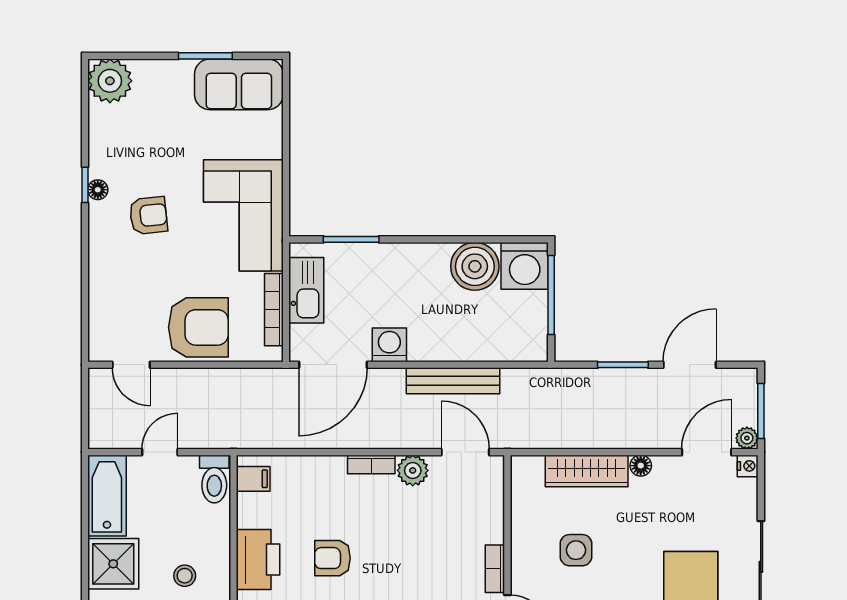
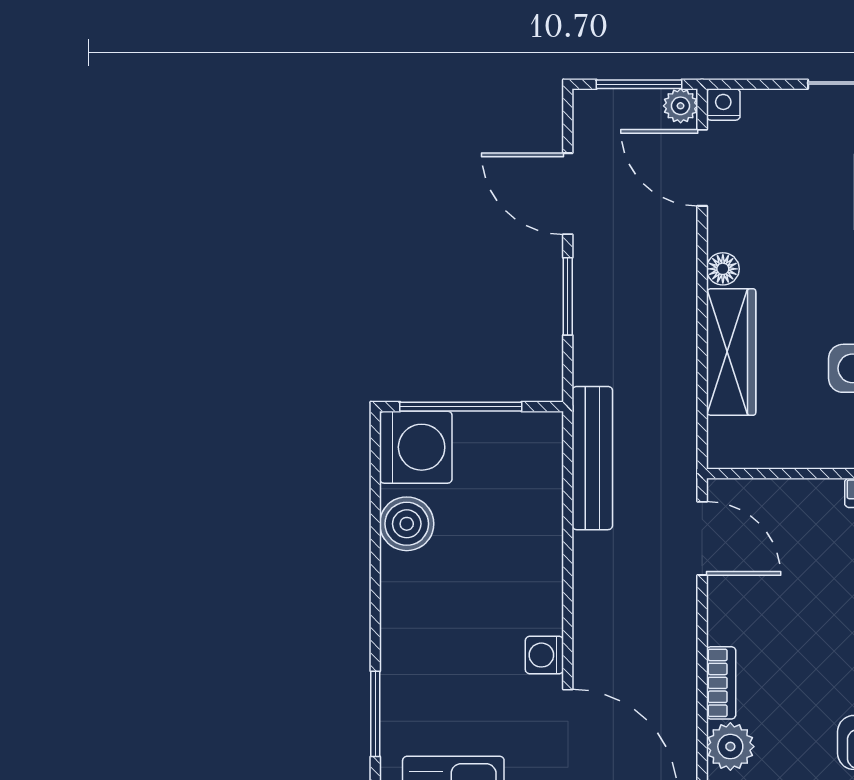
boiler: (475, 266) -> (407, 524), width x0.73, depth x0.73
washing machine: (389, 345) -> (544, 655), width x0.73, depth x0.73
bench: (453, 381) -> (592, 458), moved
door: (465, 452) -> (702, 538), swing flipped
plant: (413, 470) -> (730, 747), moved

